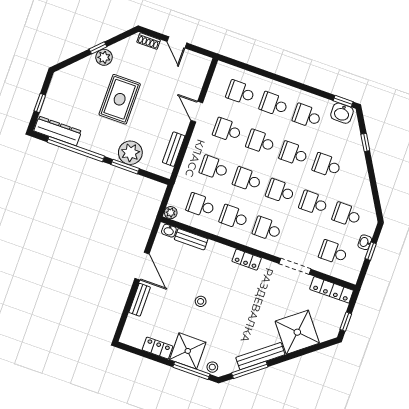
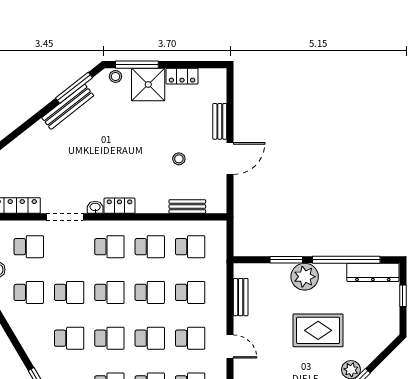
rug: (120, 99) -> (318, 330), turned 90
plant: (130, 153) -> (305, 277), moved
plant: (171, 213) -> (220, 227), removed
washbasin: (169, 231) -> (95, 207), moved
door: (142, 266) -> (230, 159), swing flipped
stool: (201, 301) -> (179, 159), moved
shower: (297, 332) -> (37, 147), removed

